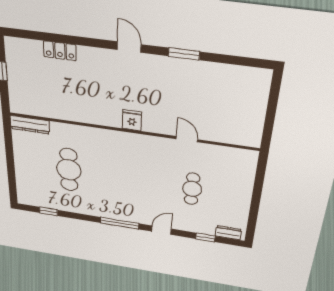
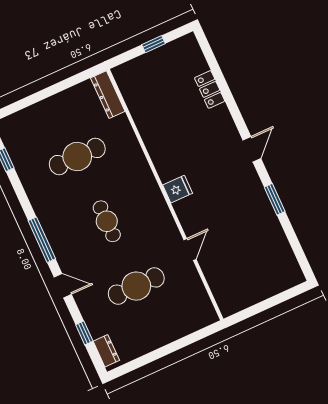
cafe table: (130, 179) -> (107, 221), added
cafe table: (192, 189) -> (136, 286), width x1.37, depth x1.35

